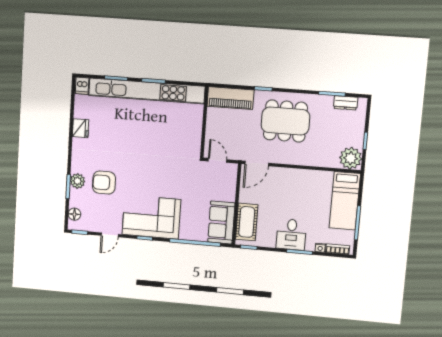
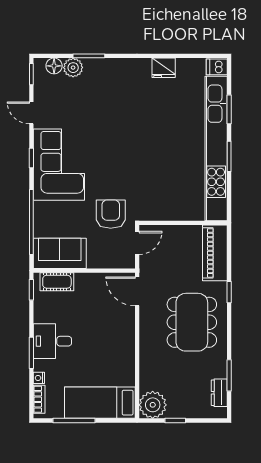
plant: (77, 181) -> (73, 68), moved
armchair: (104, 183) -> (111, 214), moved
cot: (247, 222) -> (57, 282), width x0.73, depth x0.75

